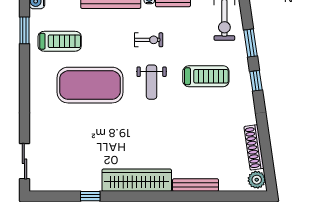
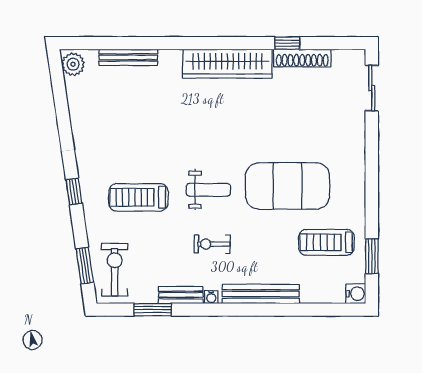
window: (251, 43) -> (85, 266), moved
weight bench: (152, 82) -> (208, 190), turned 90
shoe rack: (254, 147) -> (302, 58), moved, turned 98
bench: (196, 185) -> (128, 57), moved

